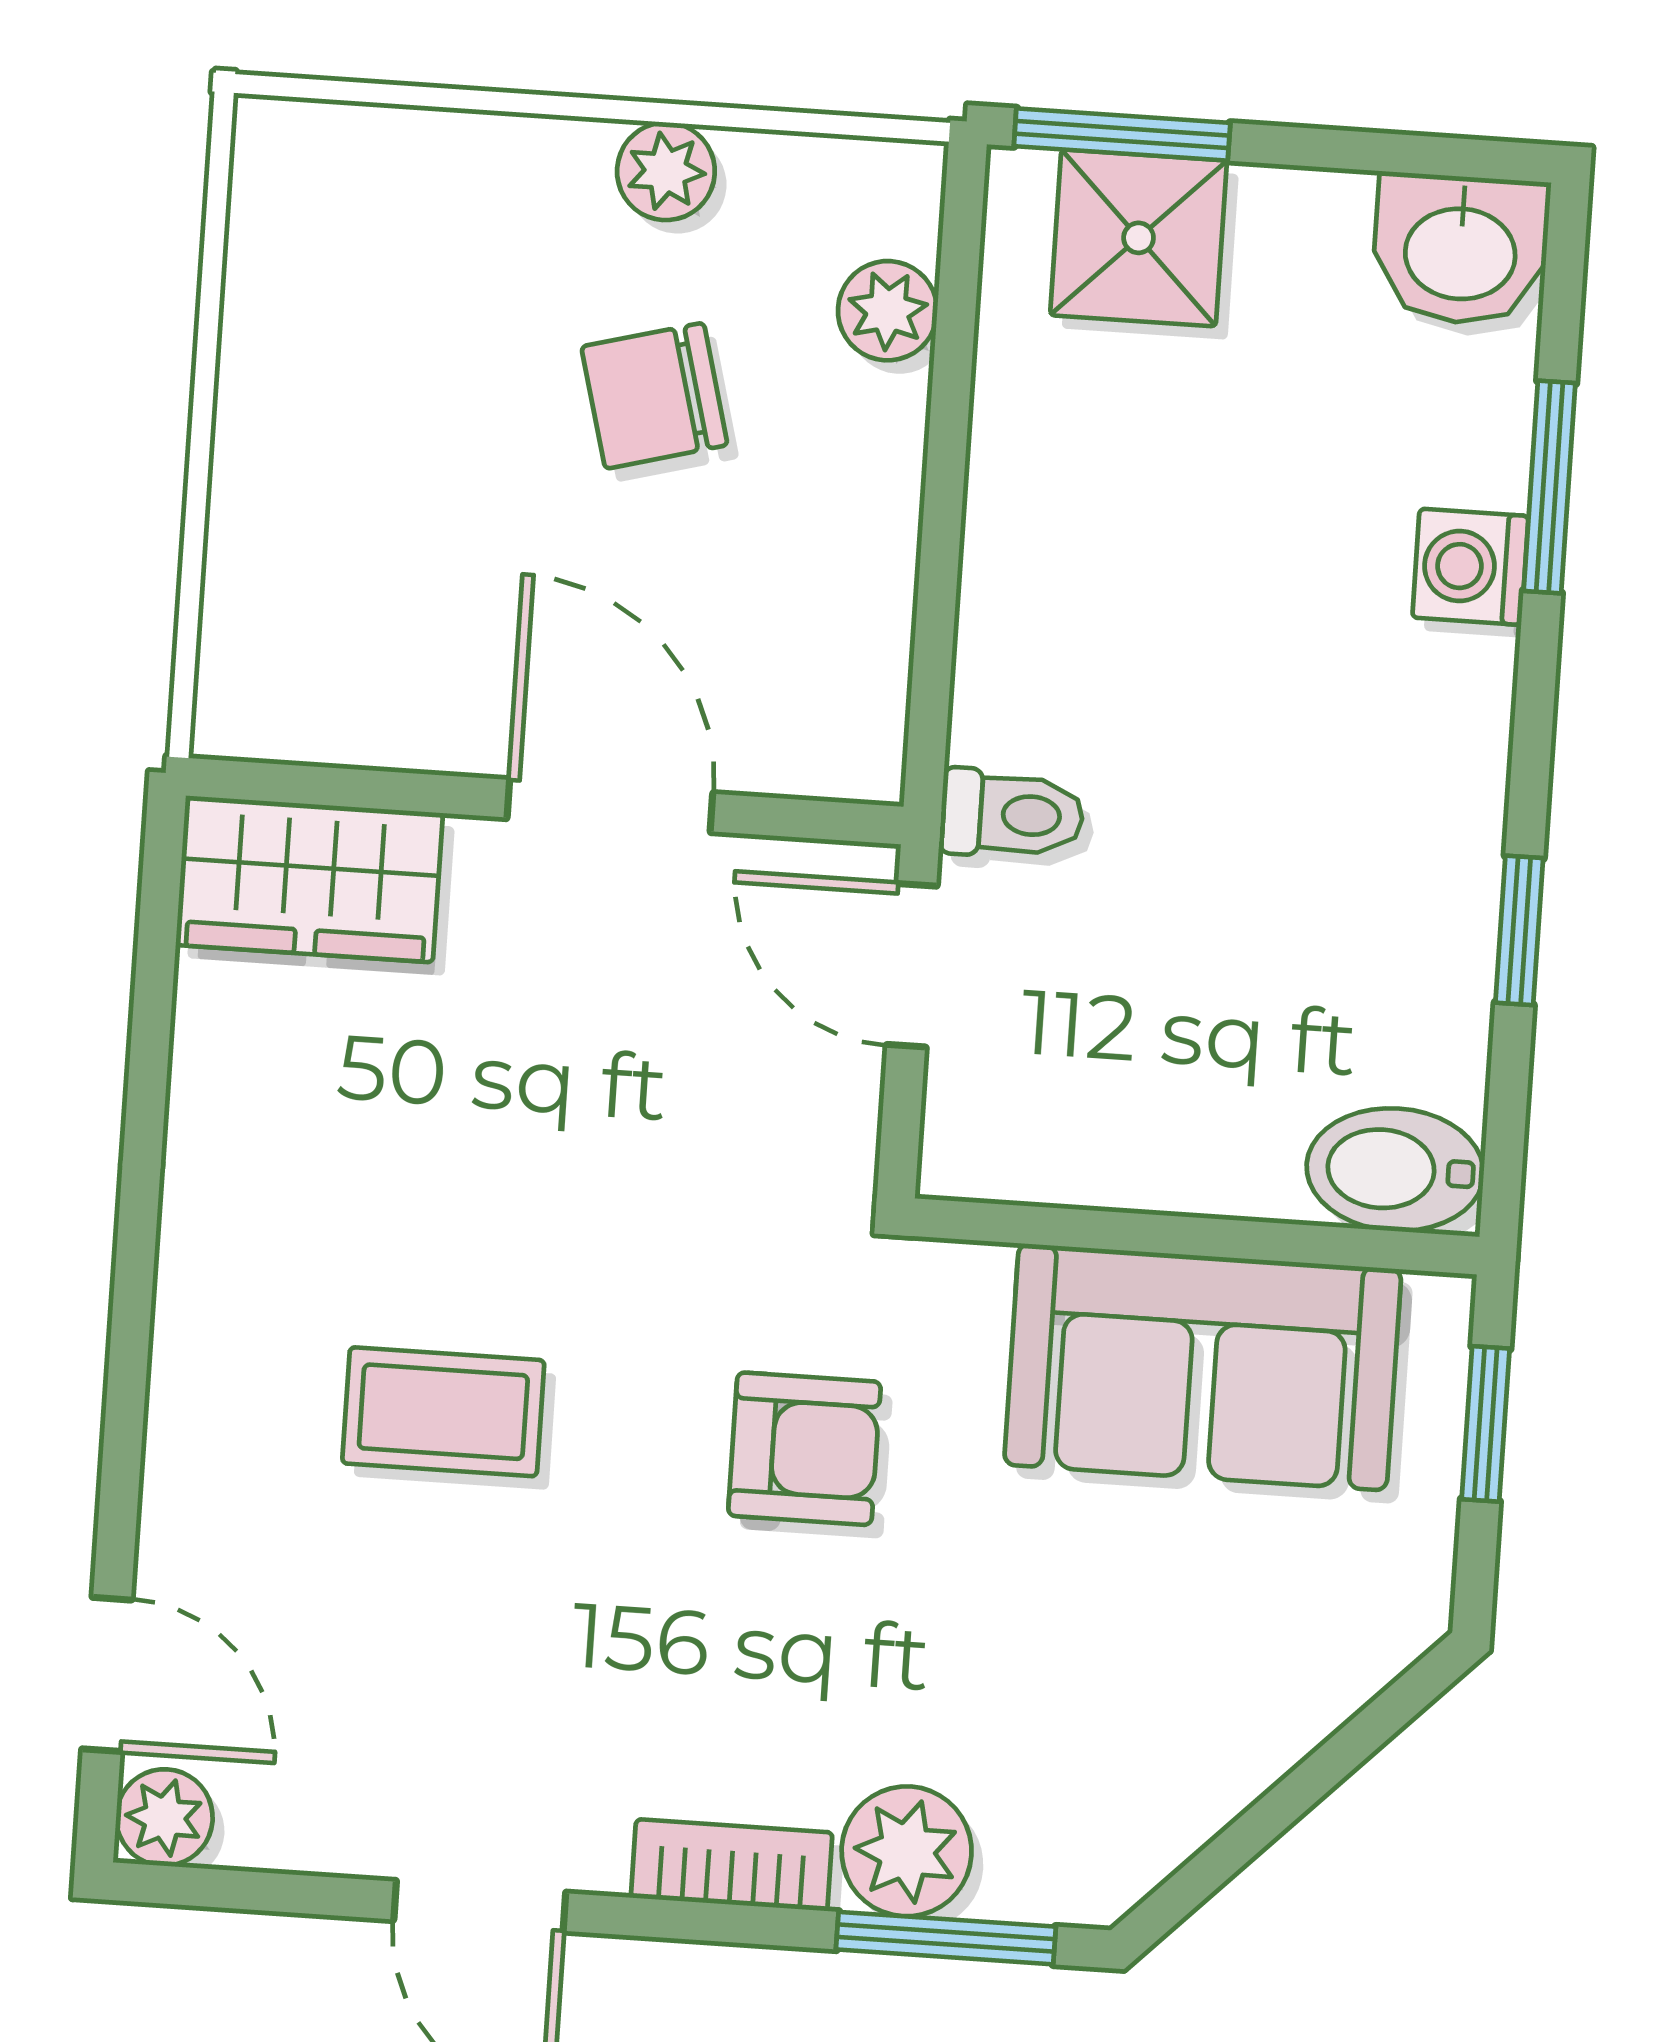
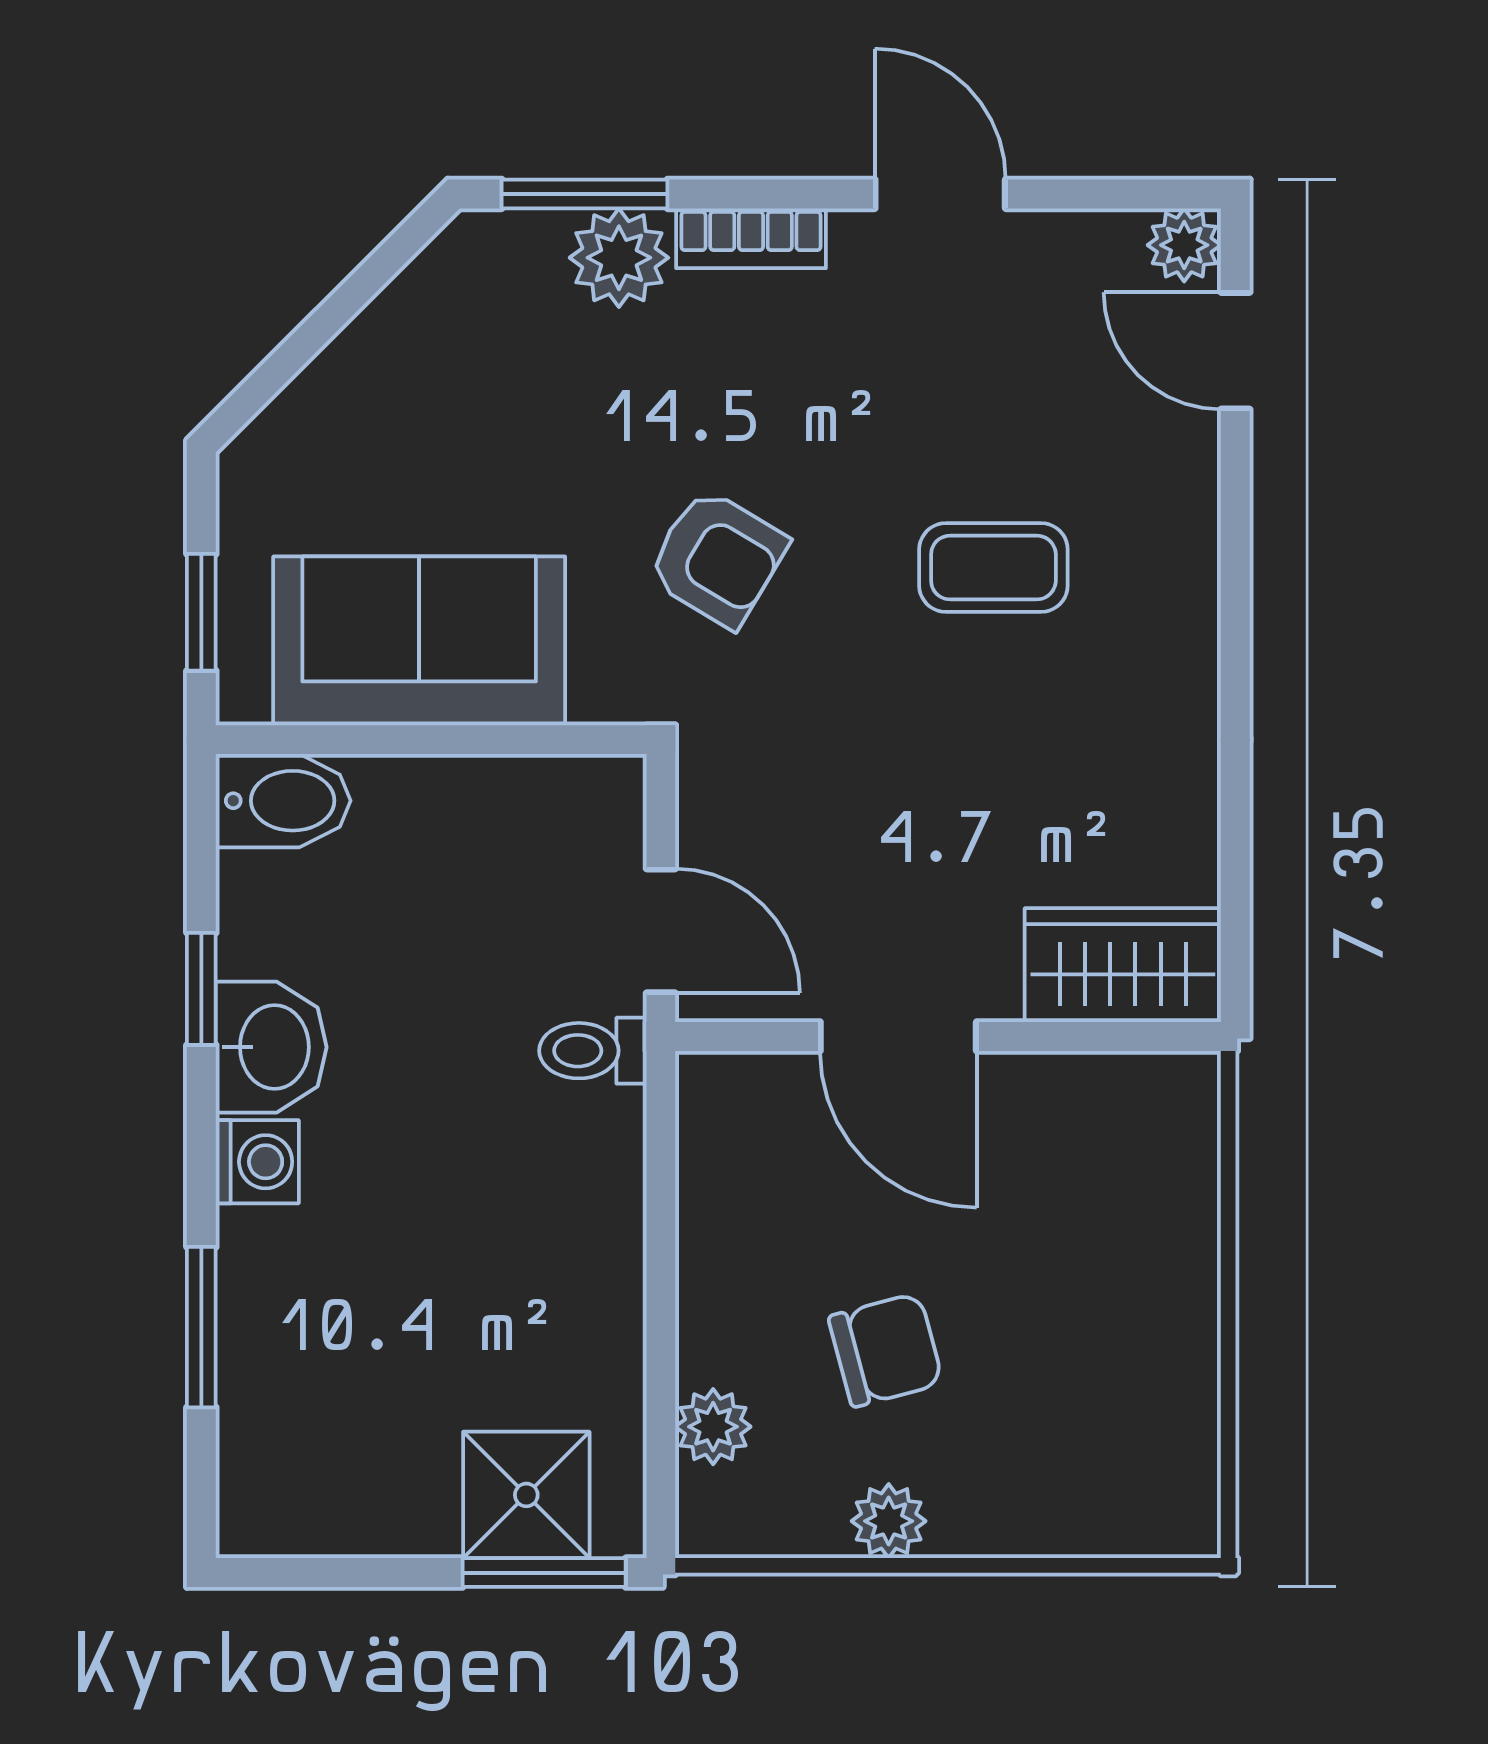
washbasin: (1461, 250) -> (271, 1047), moved, turned 90
washing machine: (1470, 567) -> (257, 1162), moved
armchair: (804, 1449) -> (717, 558), turned -149

